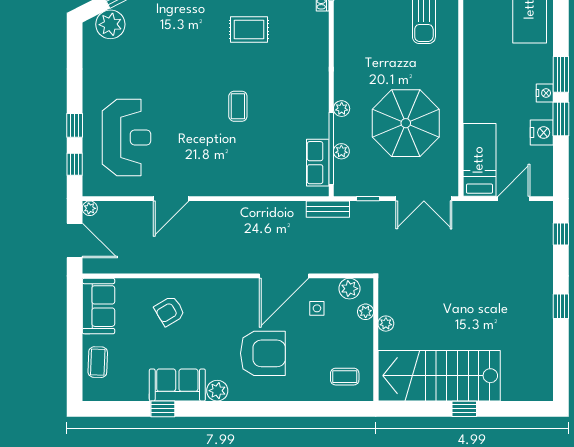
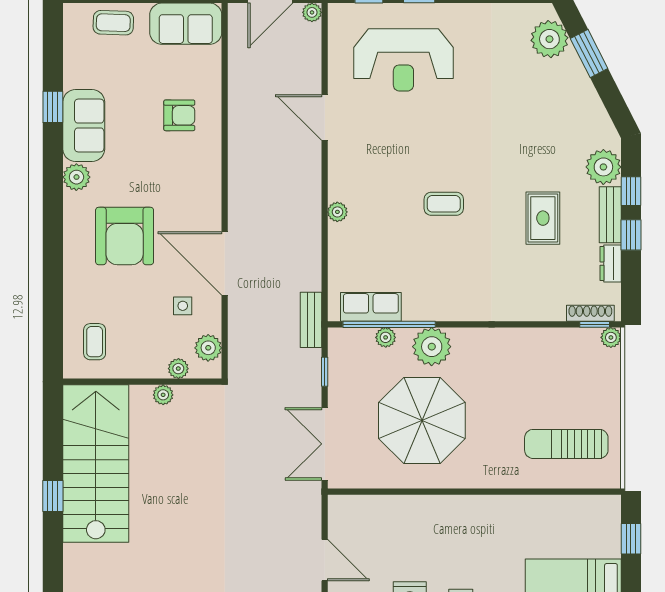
plant: (342, 109) -> (432, 347), width x1.88, depth x1.88
bed: (479, 160) -> (374, 516), removed
plant: (244, 189) -> (337, 212), added
armchair: (169, 311) -> (179, 115), turned 121

